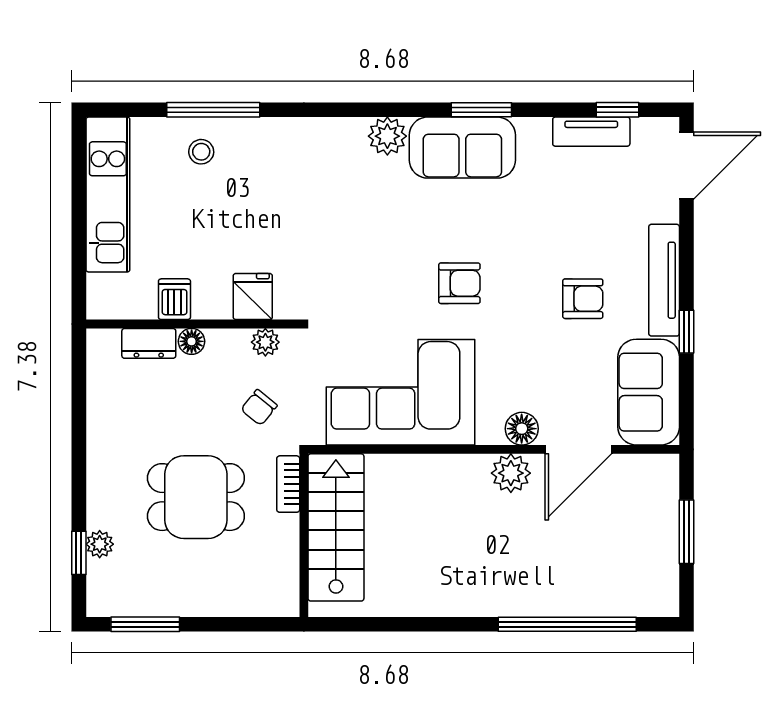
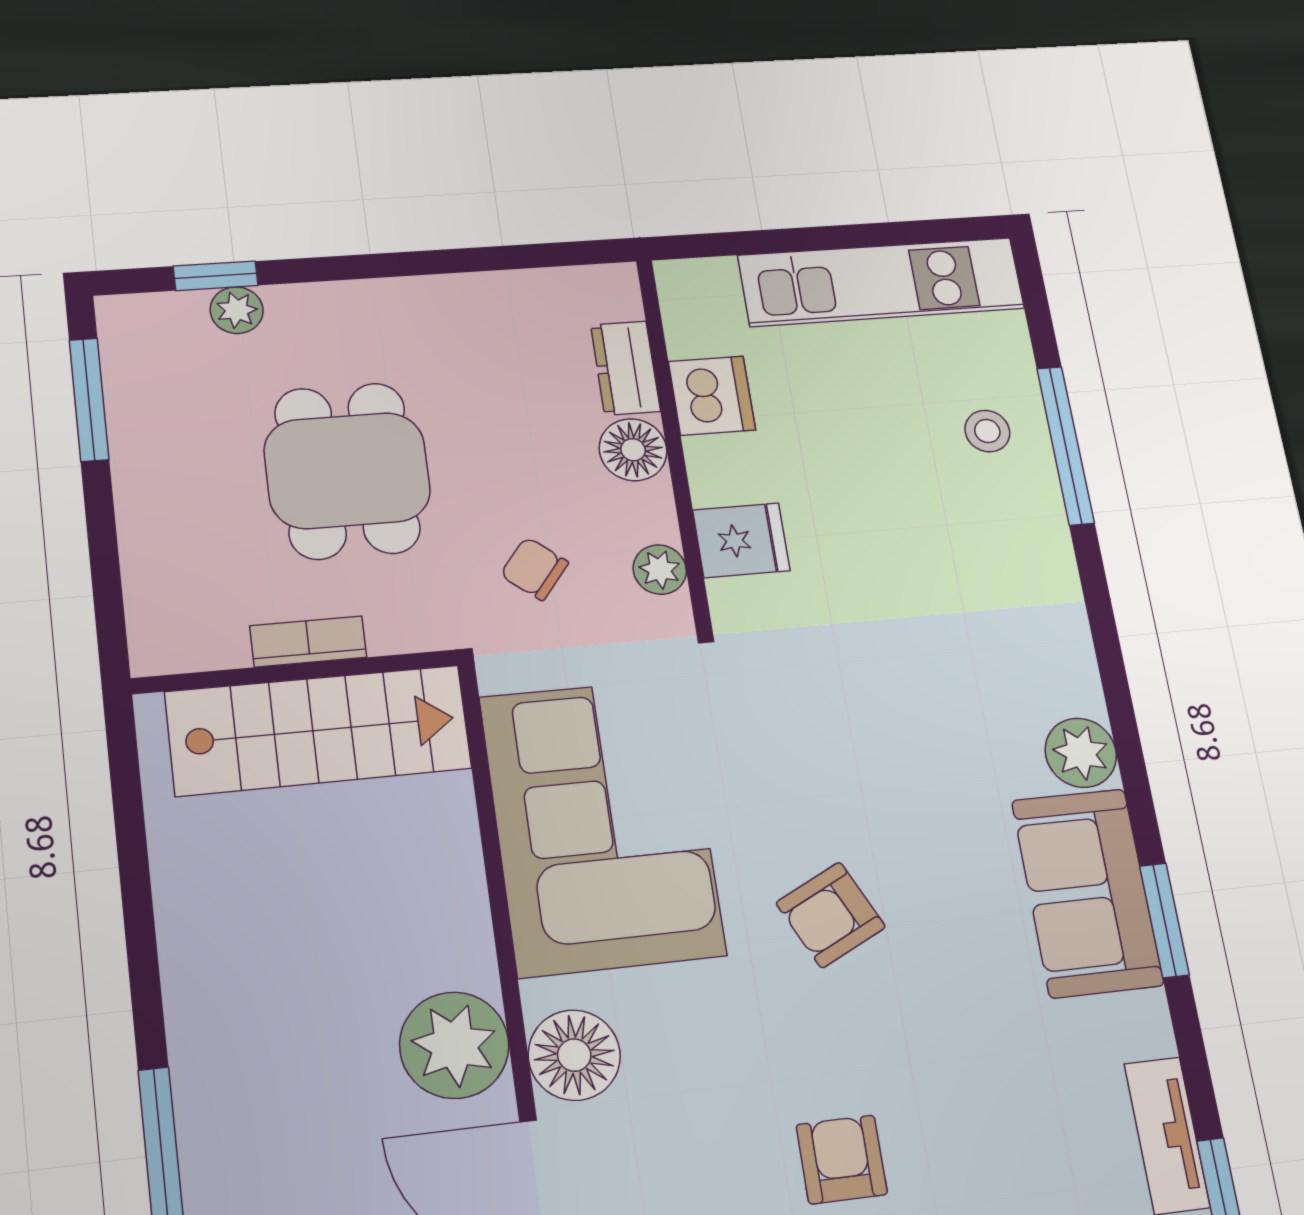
armchair: (459, 283) -> (831, 915), turned 64
dishwasher: (174, 299) -> (712, 396), width x1.38
armchair: (583, 299) -> (842, 1159), turned 180
floor lamp: (192, 341) -> (633, 450), width x1.37, depth x1.37
floor lamp: (522, 429) -> (574, 1055), width x1.38, depth x1.38
plant: (511, 473) -> (454, 1045), width x1.36, depth x1.36
bookcase: (288, 484) -> (308, 642), moved

